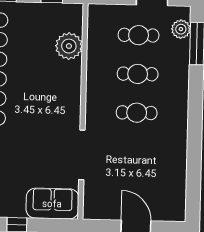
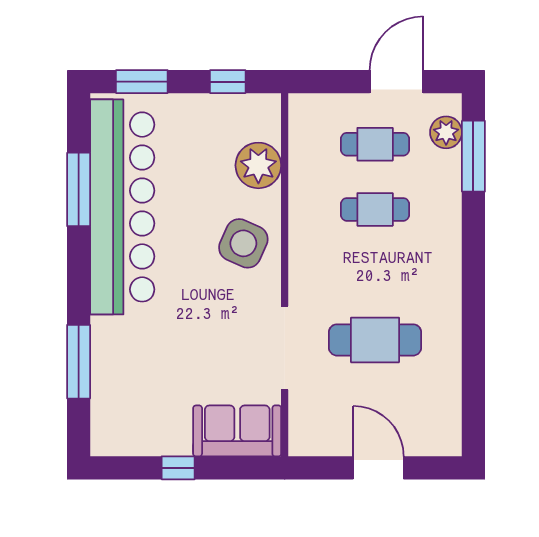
side table: (59, 92) -> (243, 243), added
cafe table: (137, 113) -> (375, 340), moved, width x1.37, depth x1.35

